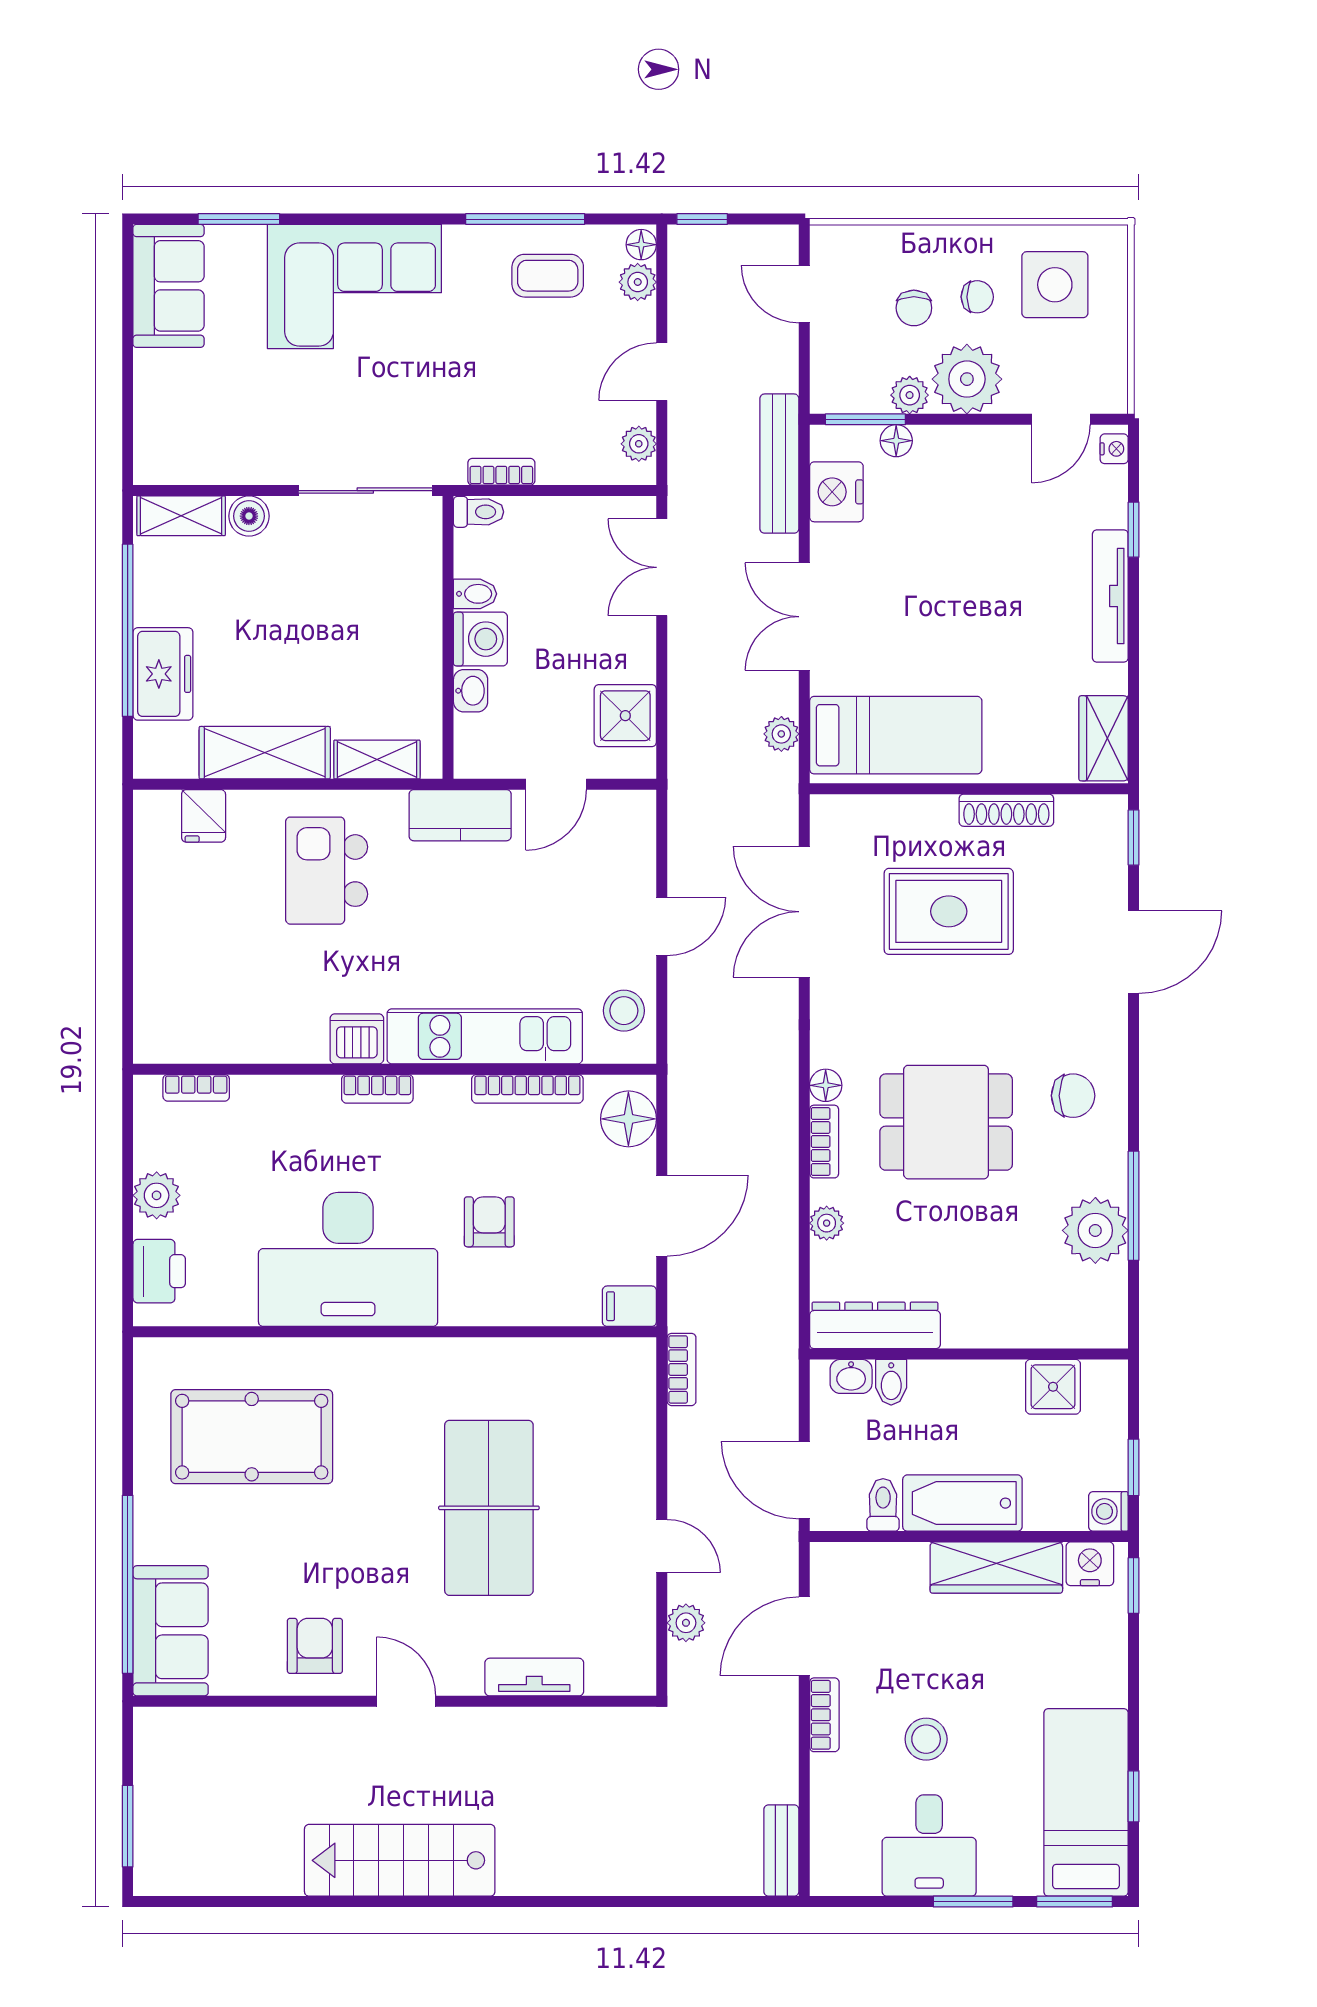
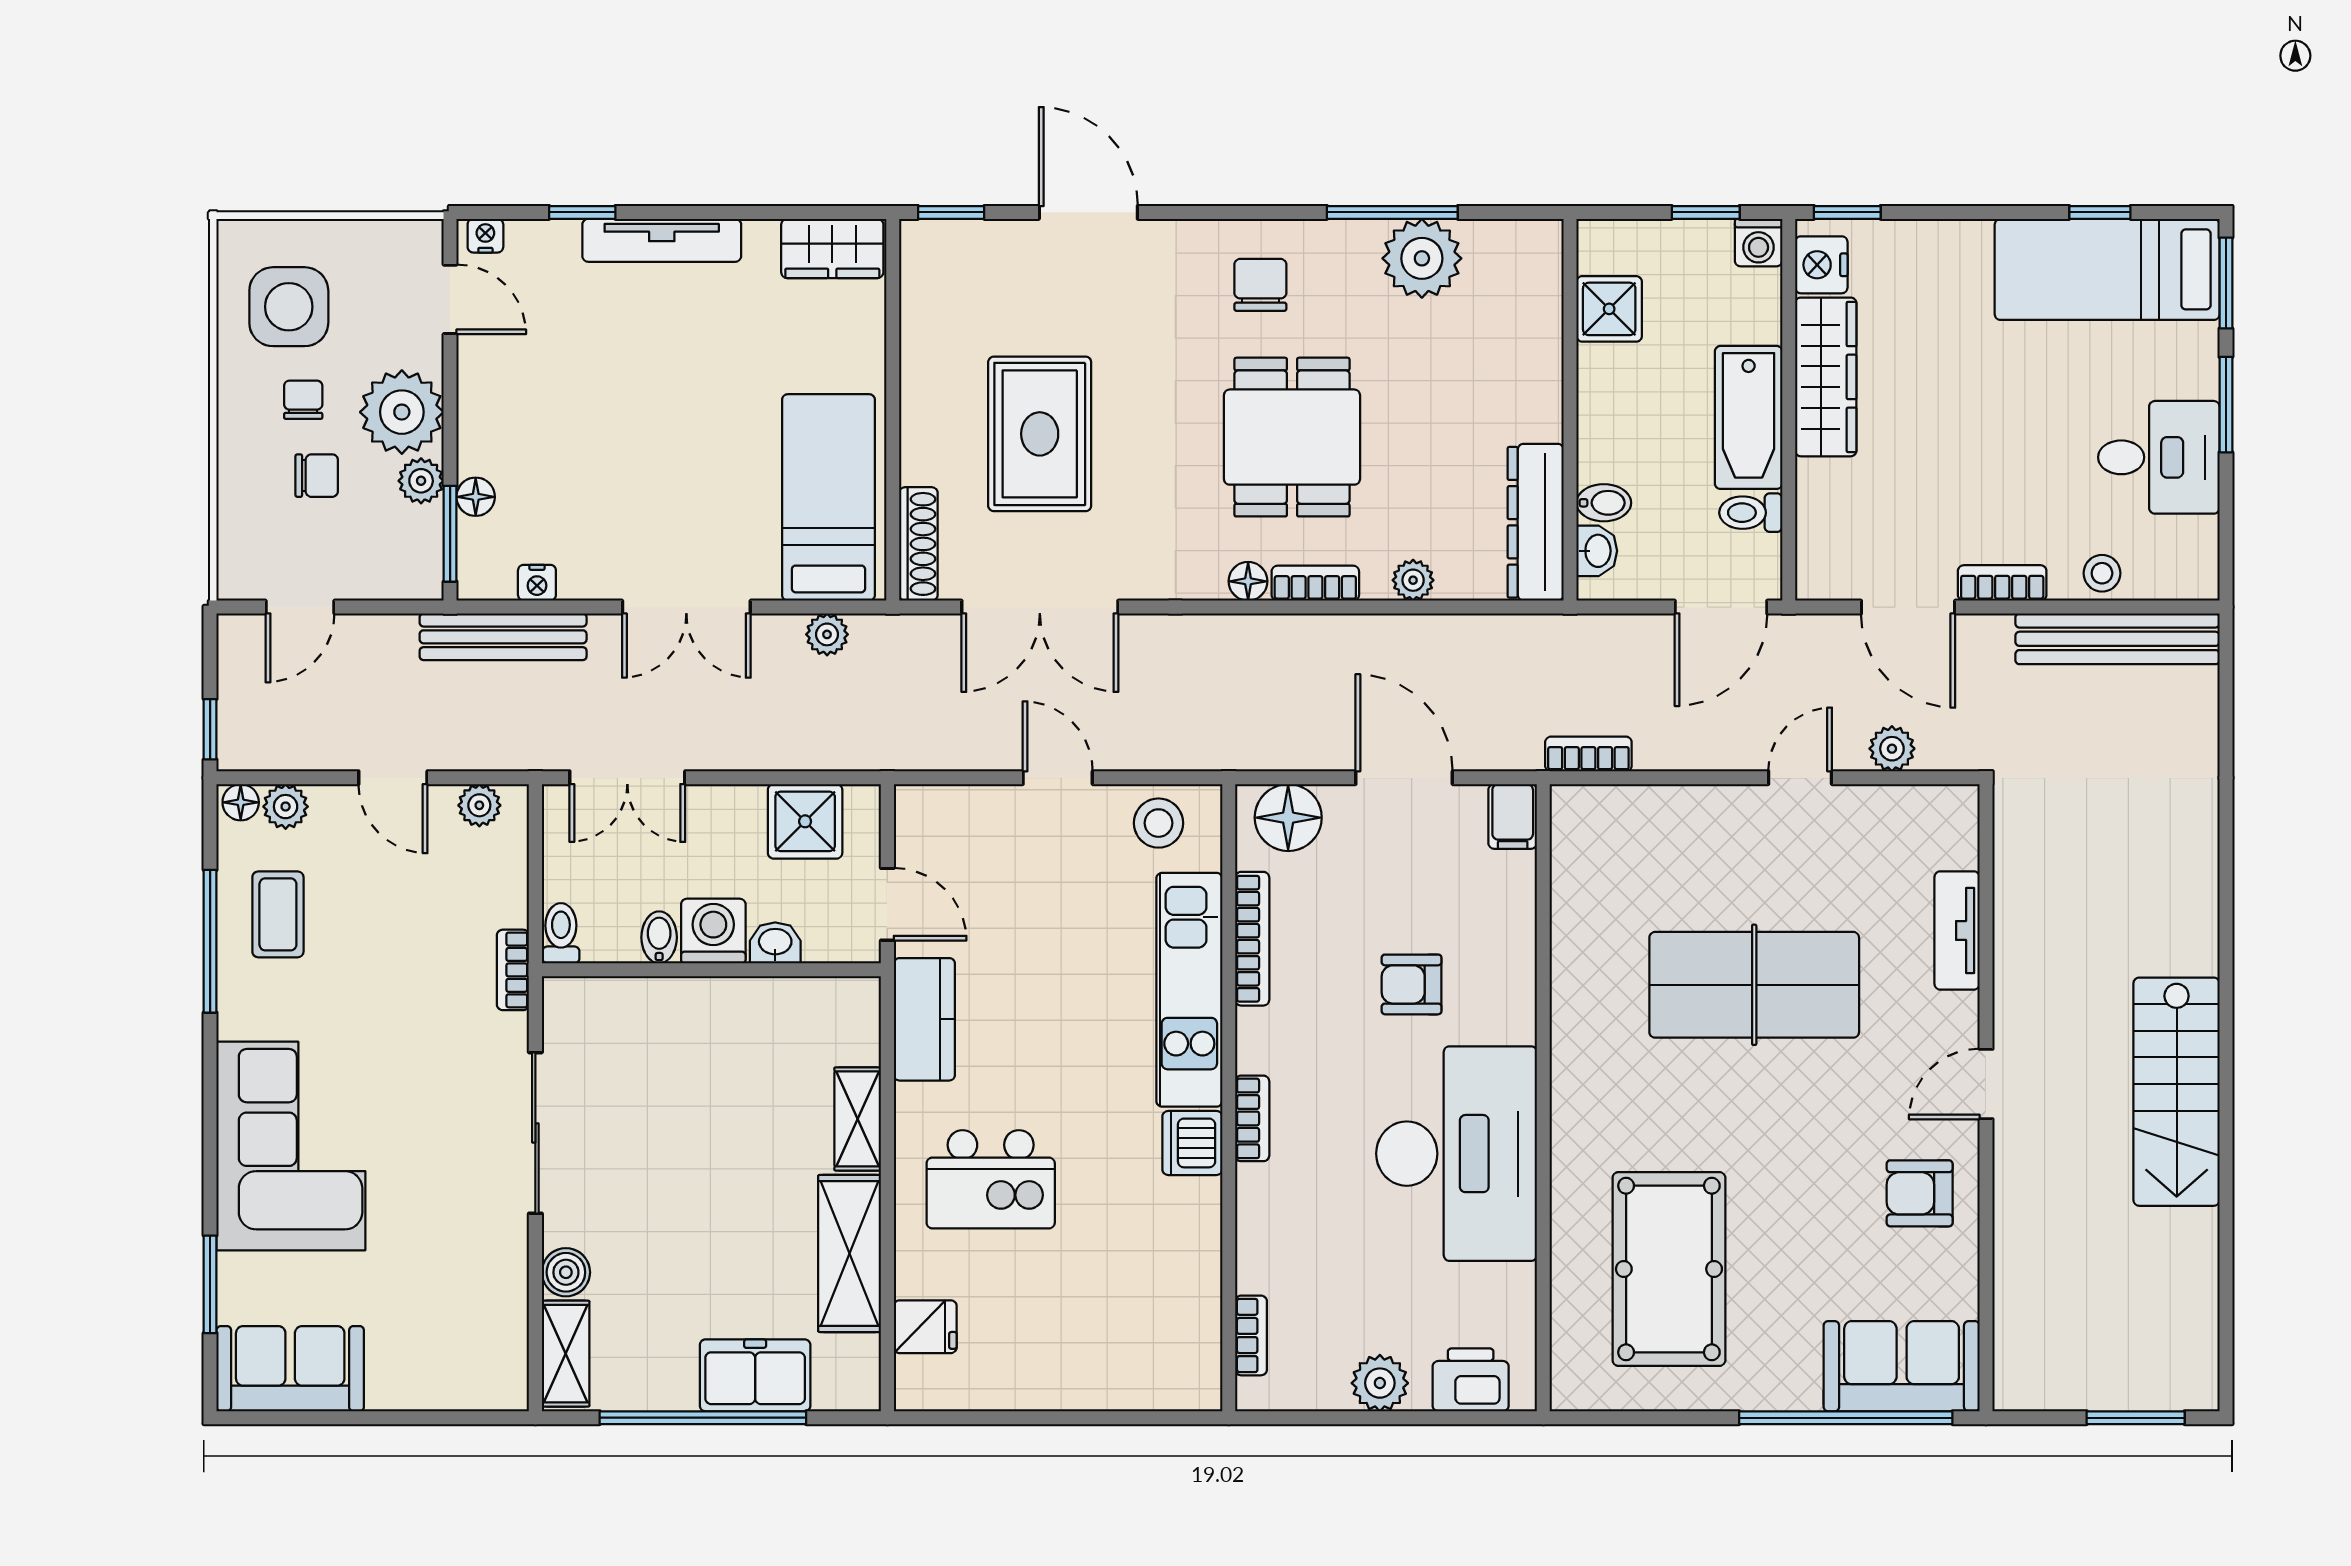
nightstand: (836, 492) -> (537, 583), width x0.53, depth x0.56
toilet: (479, 512) -> (561, 933), moved
bidet: (475, 594) -> (659, 937), moved
wall: (448, 637) -> (711, 970), moved
washing machine: (480, 639) -> (713, 931), moved
washbasin: (471, 691) -> (775, 943), moved
shoe rack: (1006, 810) -> (918, 544), moved
stool: (926, 1739) -> (2102, 573), moved, width x0.73, depth x0.73
bench: (781, 1851) -> (2117, 639), width x1.86, depth x1.21

